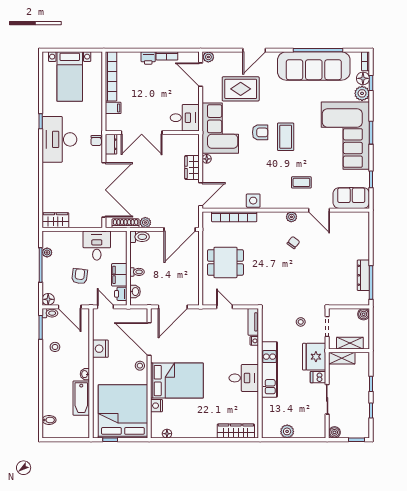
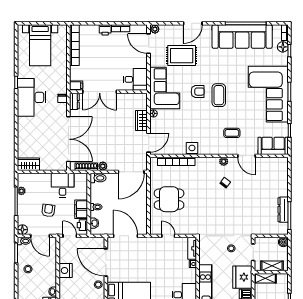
plant: (362, 93) -> (282, 59), removed
filing cabinet: (113, 108) -> (76, 86), moved
door: (173, 307) -> (125, 236), swing flipped

